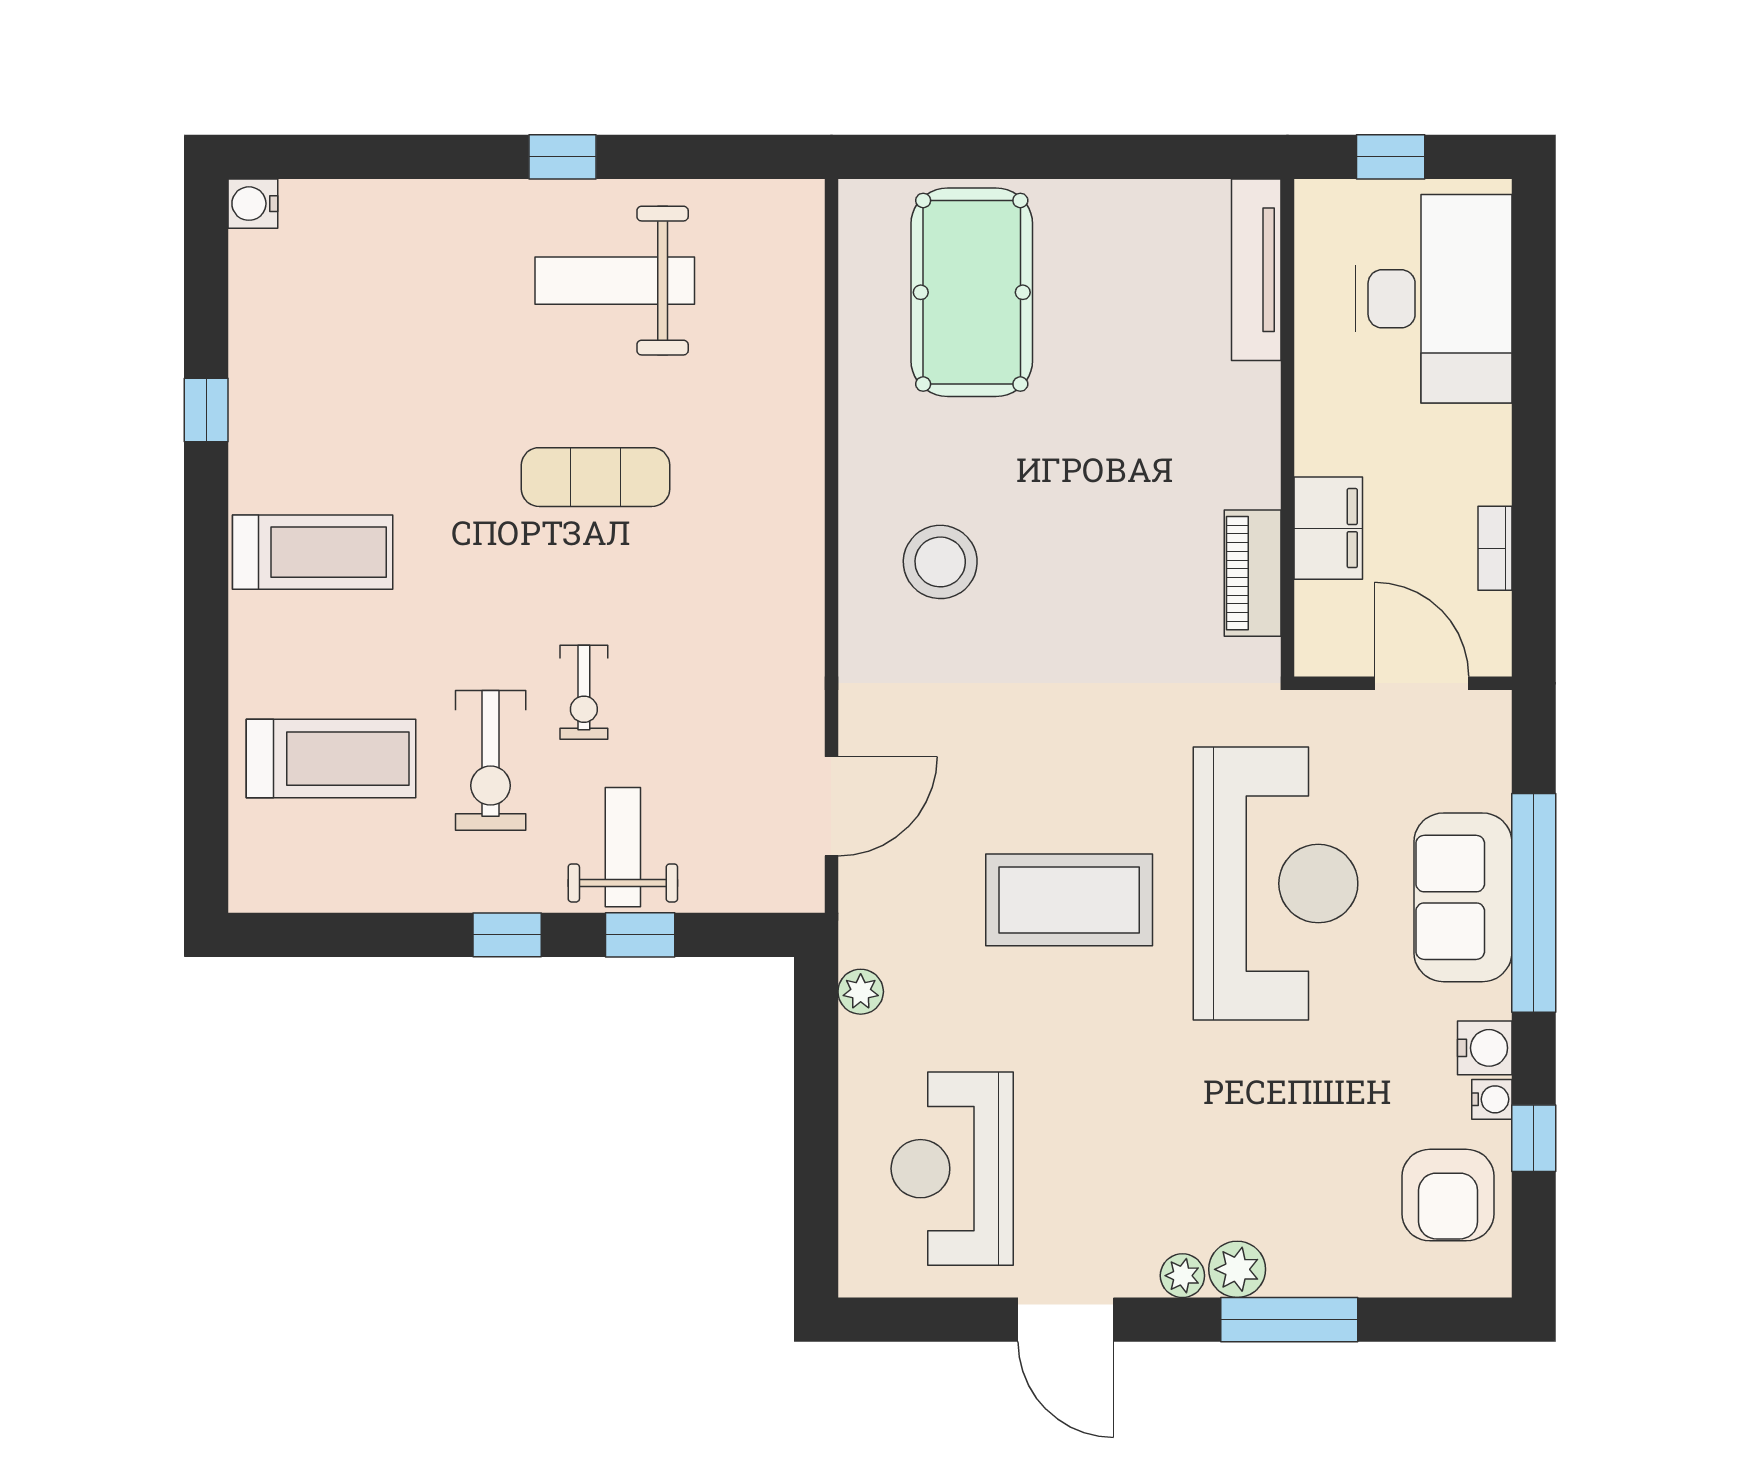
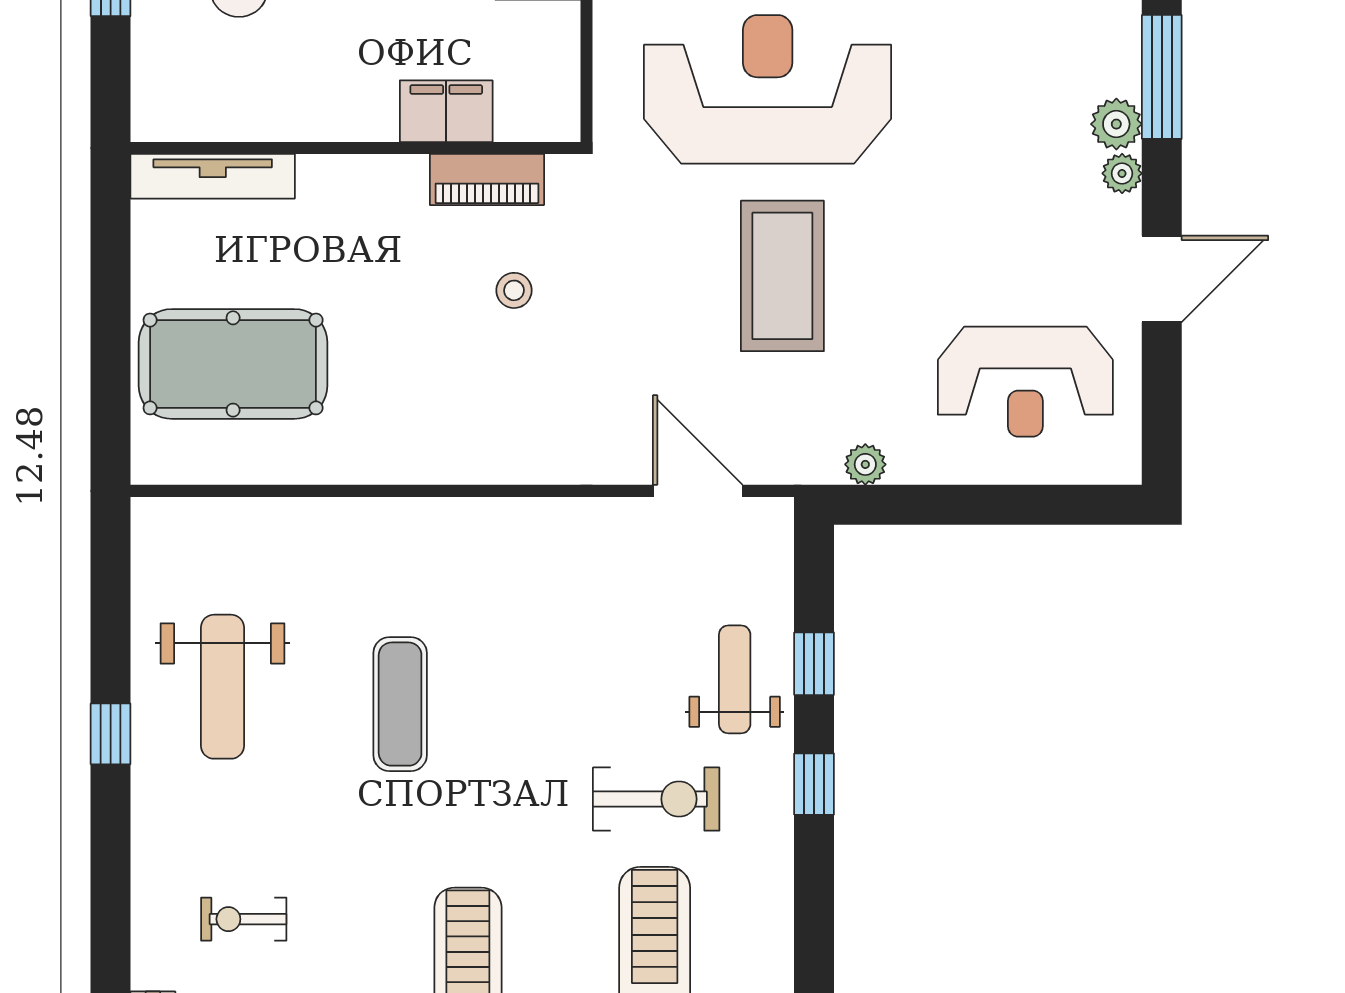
tv unit: (1256, 270) -> (213, 176), moved
wall: (1288, 428) -> (355, 148), moved
filing cabinet: (1328, 528) -> (446, 111), moved
stool: (940, 562) -> (514, 290), moved, width x0.53, depth x0.53
piano: (1253, 573) -> (487, 180), moved
exercise bike: (584, 692) -> (244, 919), moved, turned 180
weight bench: (623, 847) -> (735, 679), turned 90

